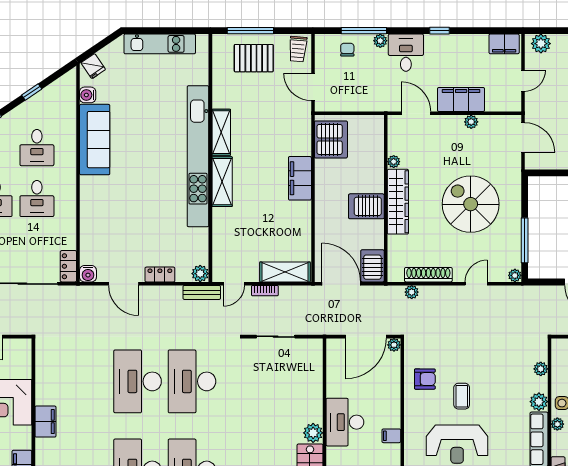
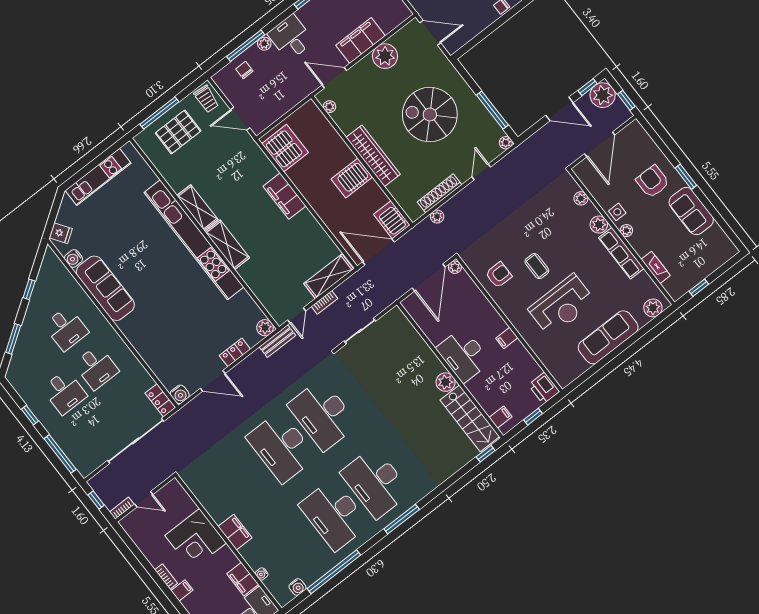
plant: (471, 122) -> (385, 56), width x1.87, depth x1.87
plant: (394, 162) -> (330, 107), moved

